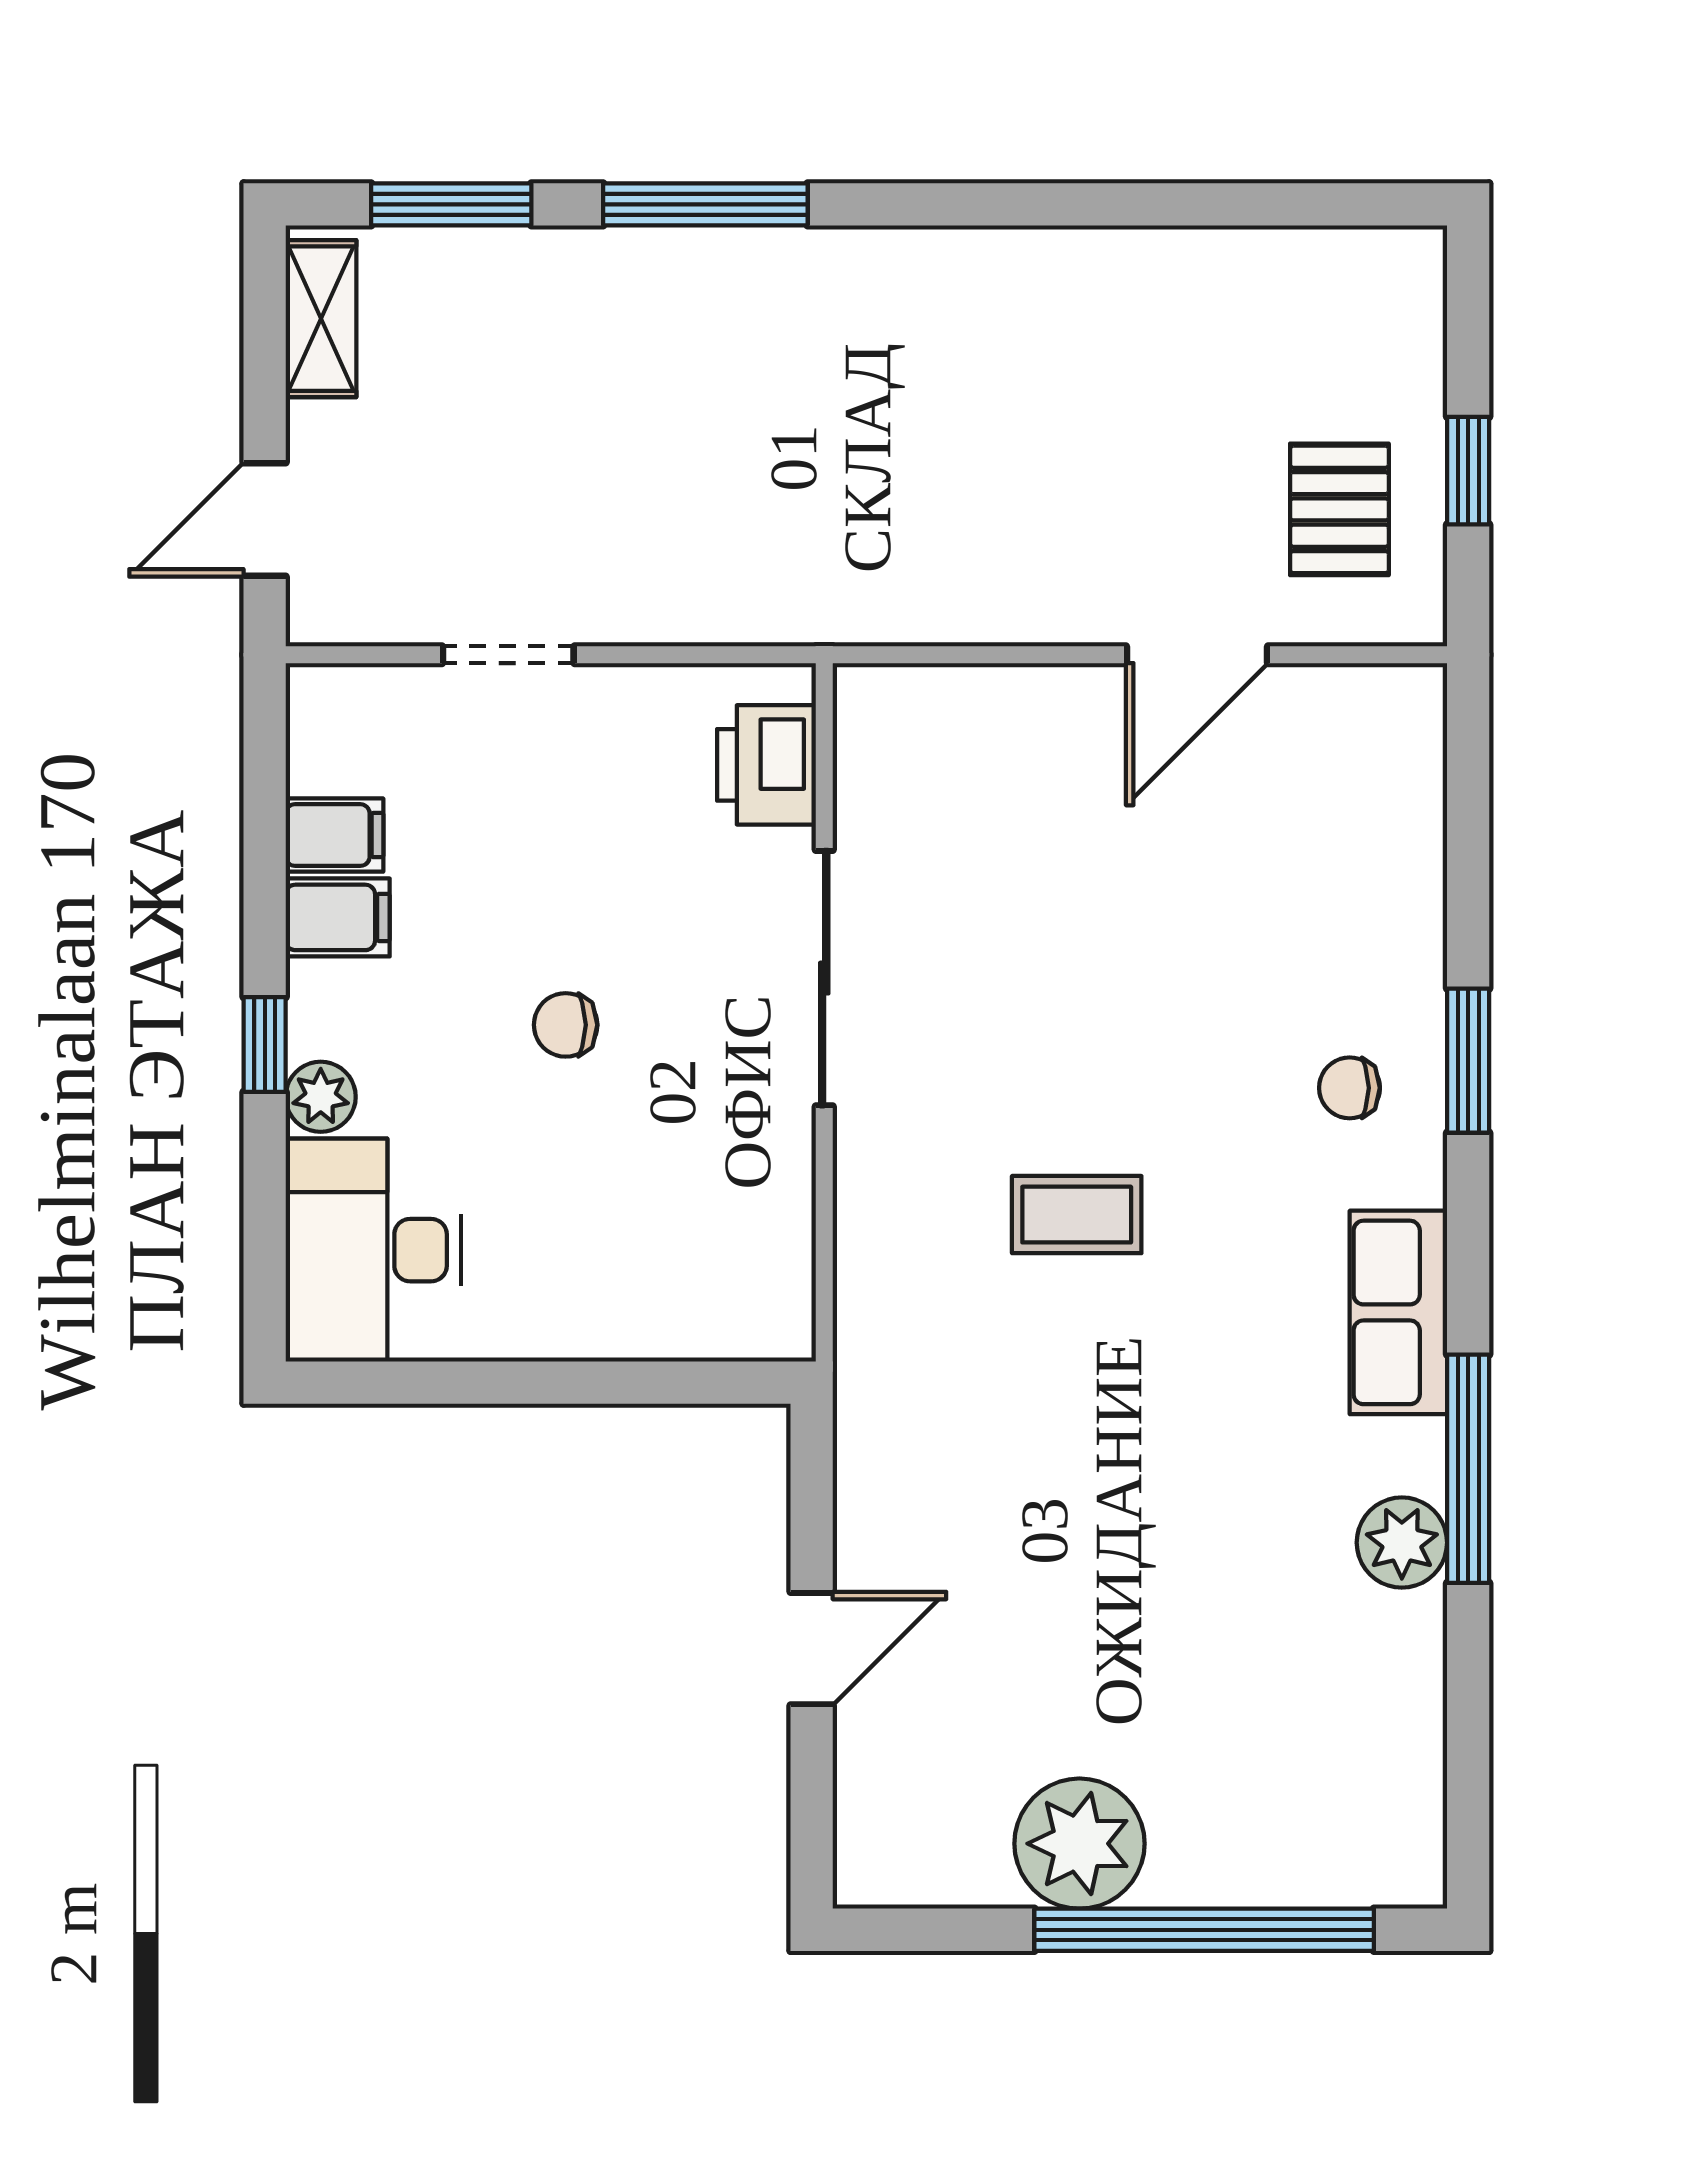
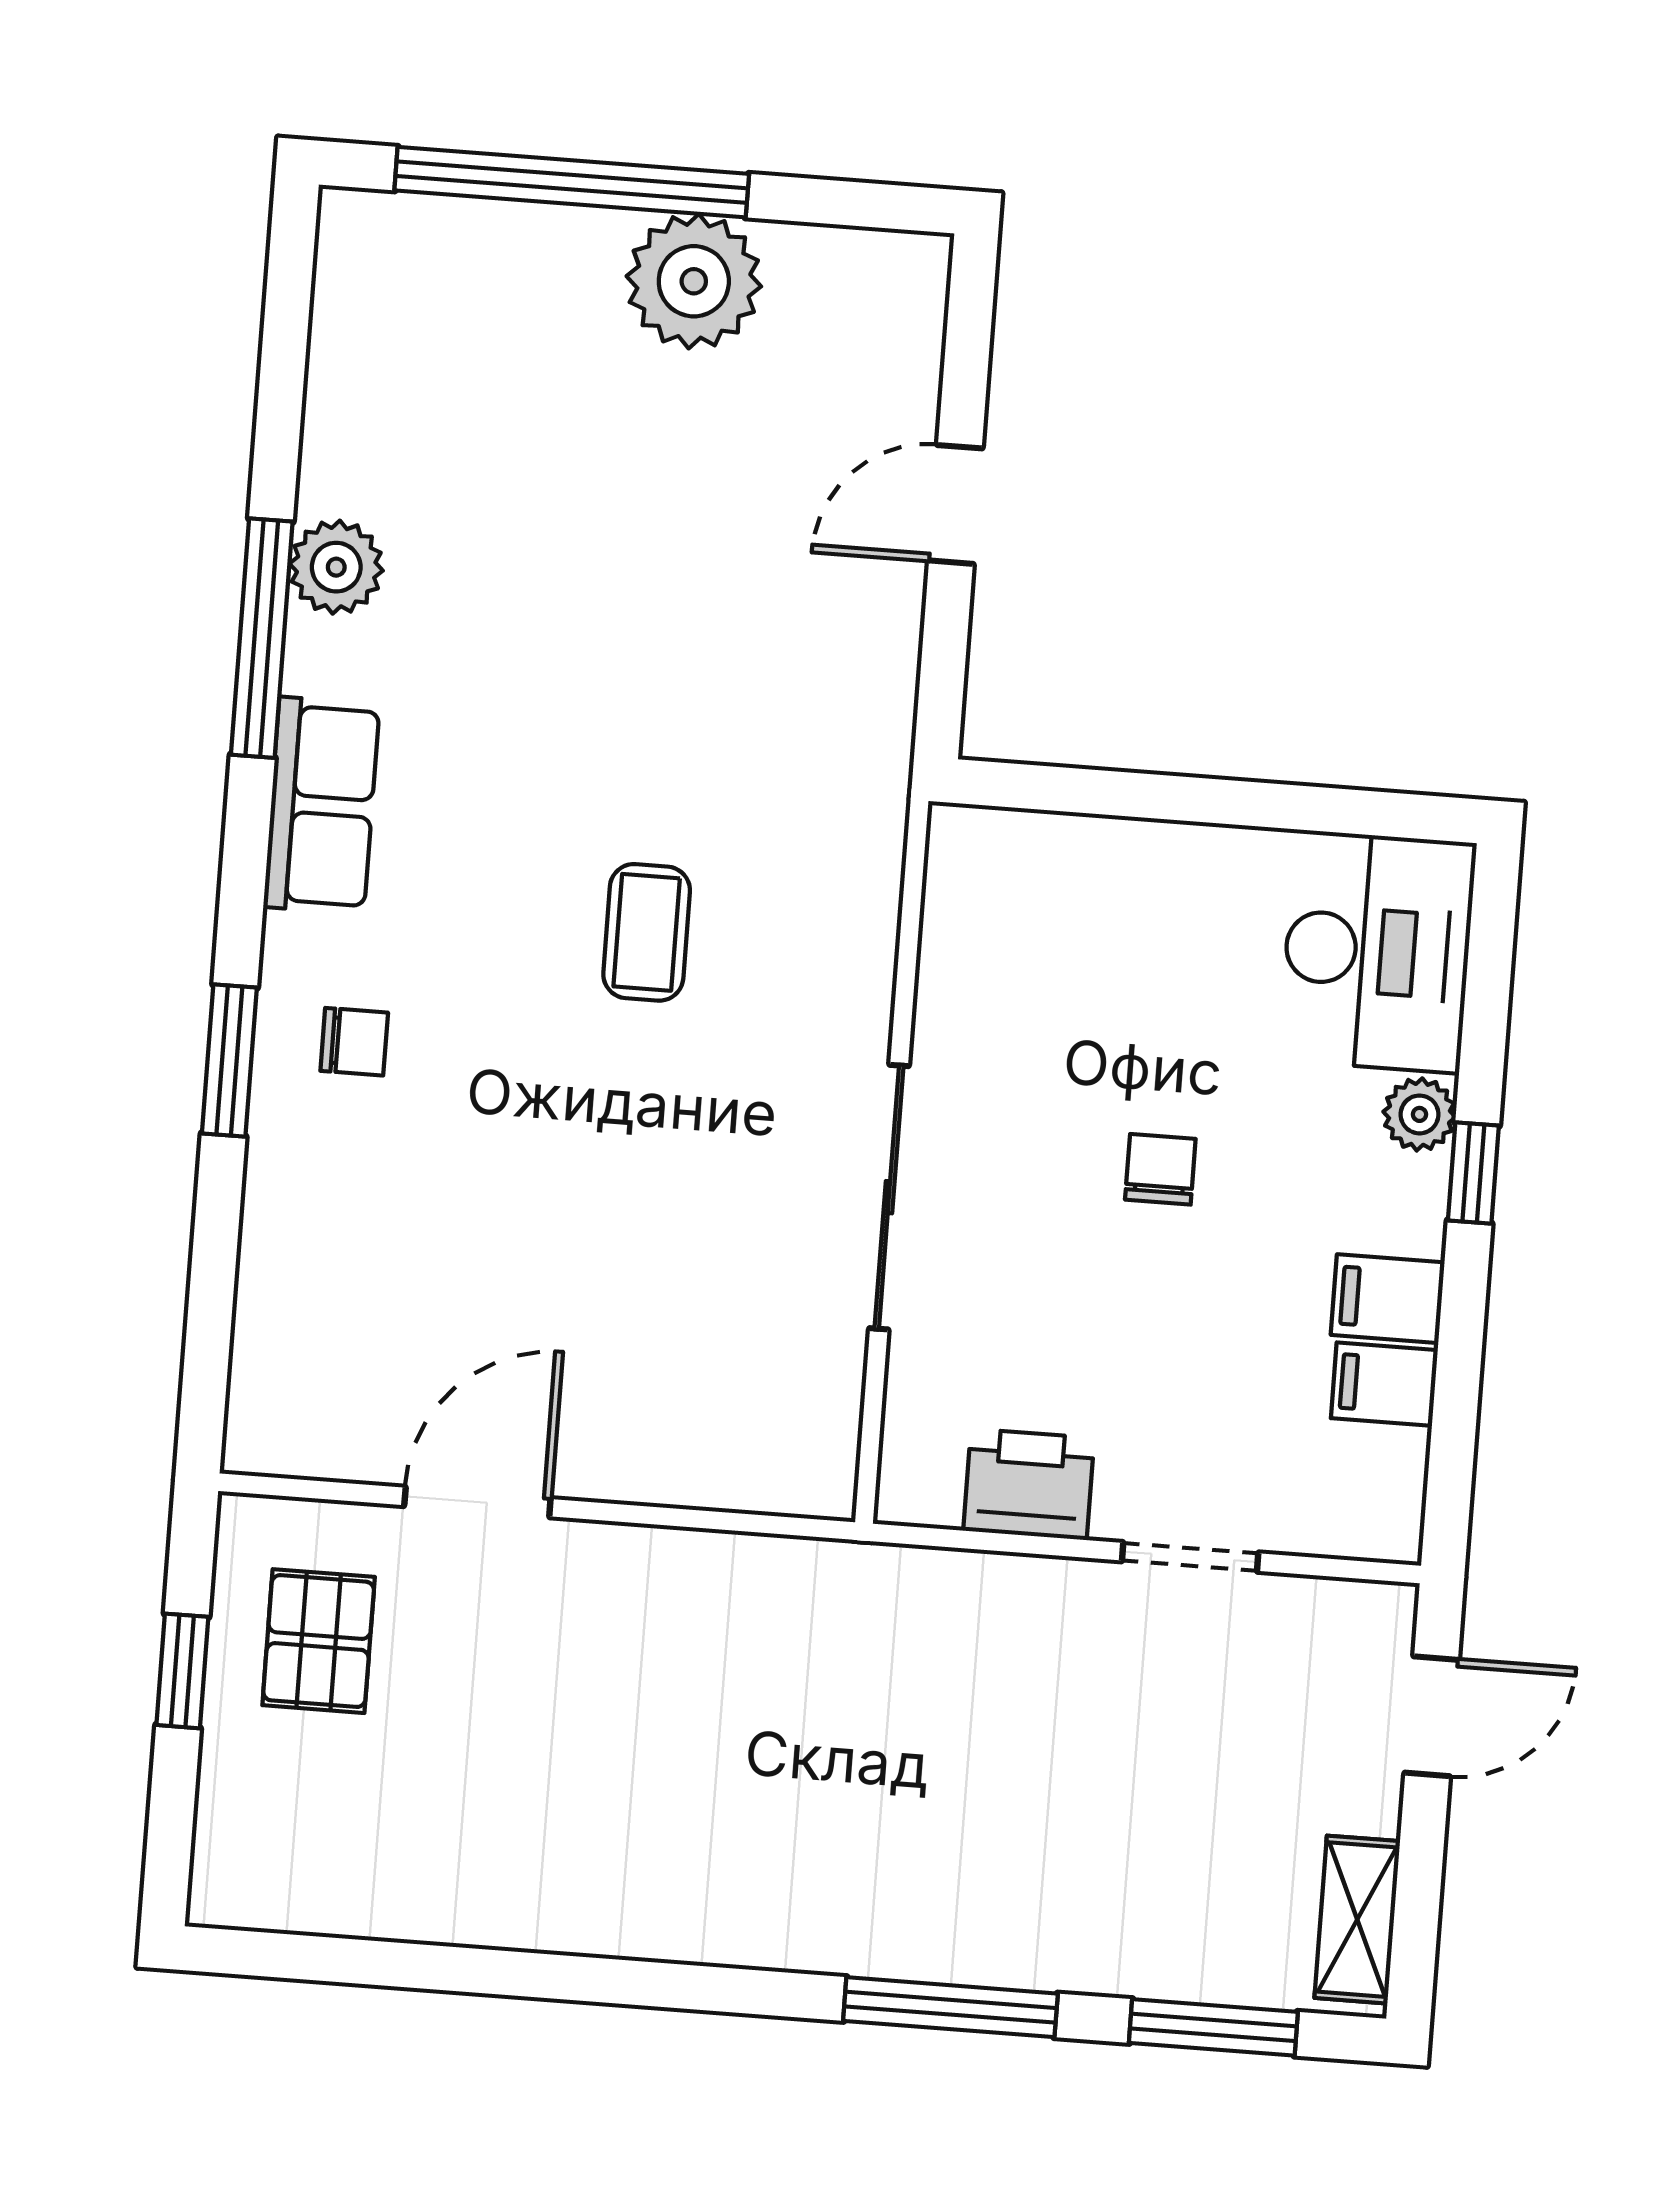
printer: (766, 765) -> (1029, 1484), moved, turned -90
chair: (566, 1025) -> (1160, 1169), turned -90
coffee table: (1077, 1215) -> (647, 932), turned 90

